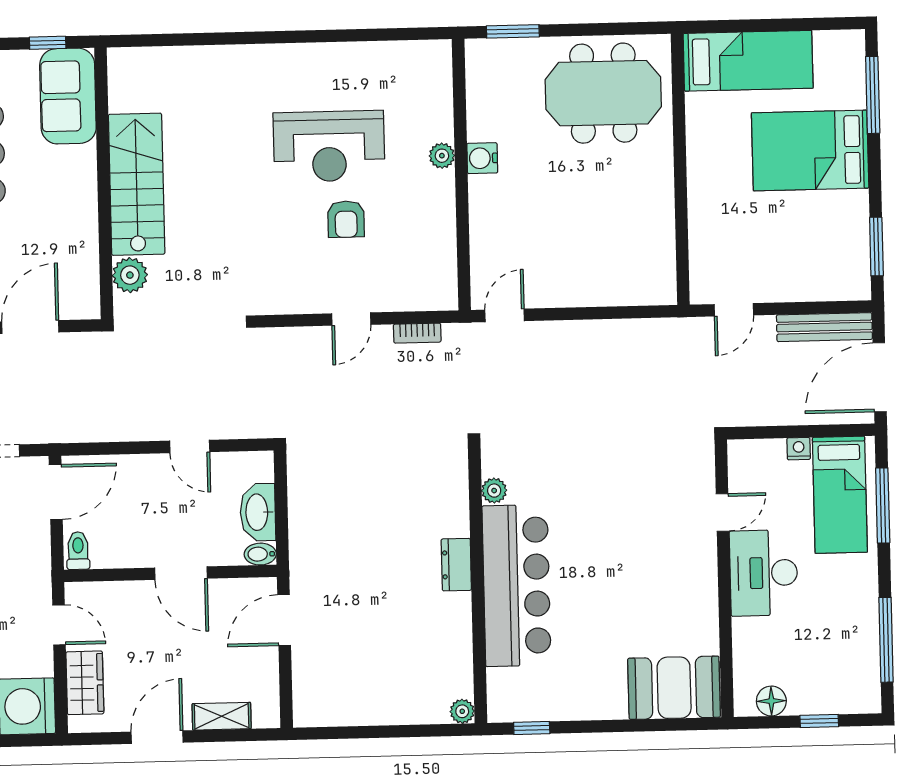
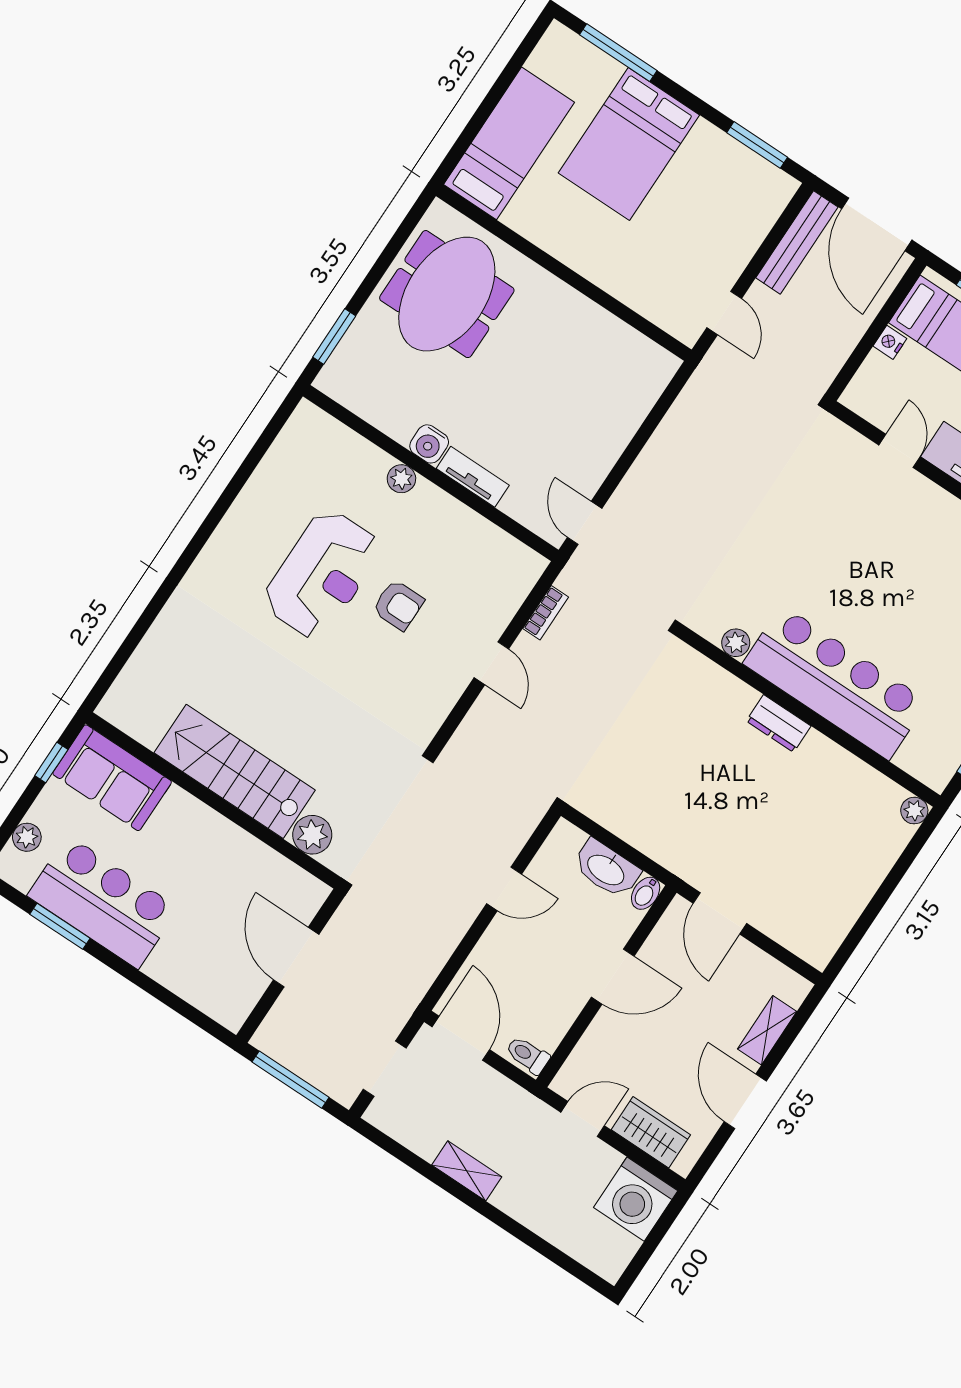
tv unit: (481, 208) -> (473, 477), added

